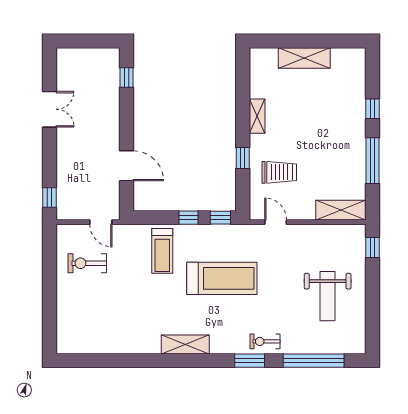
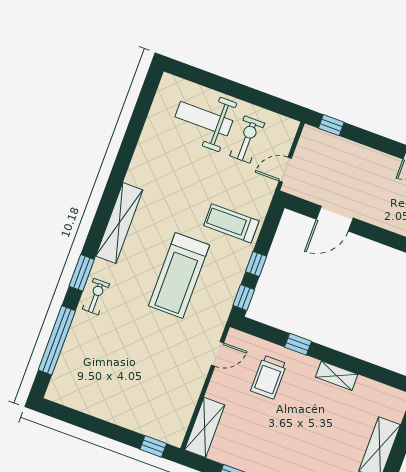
weight bench: (328, 296) -> (204, 119), moved
shelving: (185, 344) -> (119, 223), width x1.47

